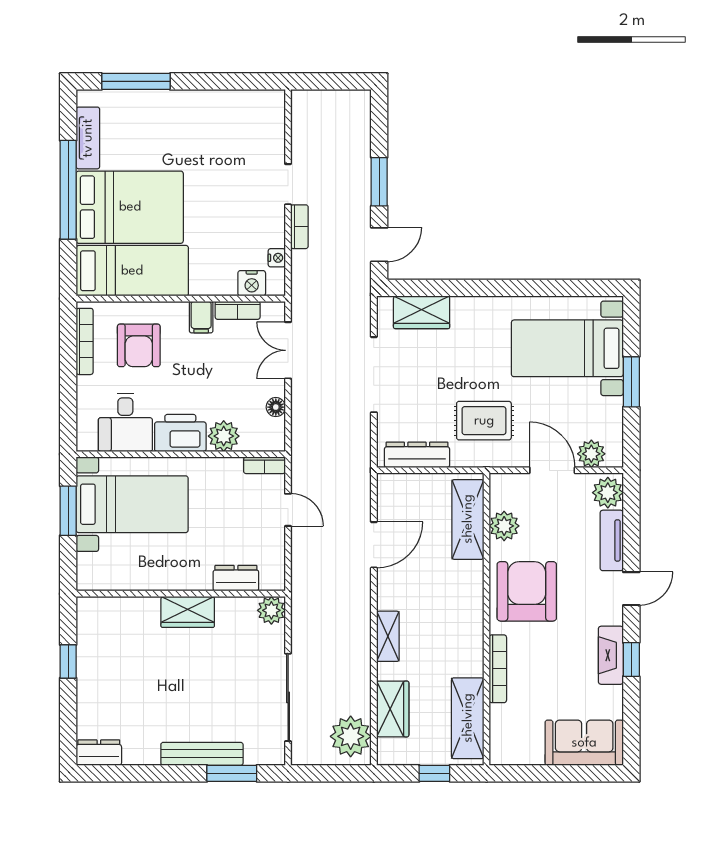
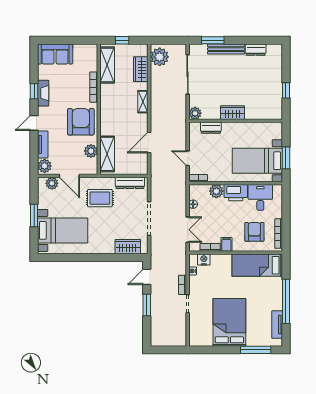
bed: (130, 207) -> (229, 322), moved, turned 90
armchair: (527, 591) -> (81, 122), turned 180
dresser: (99, 753) -> (256, 50), moved

